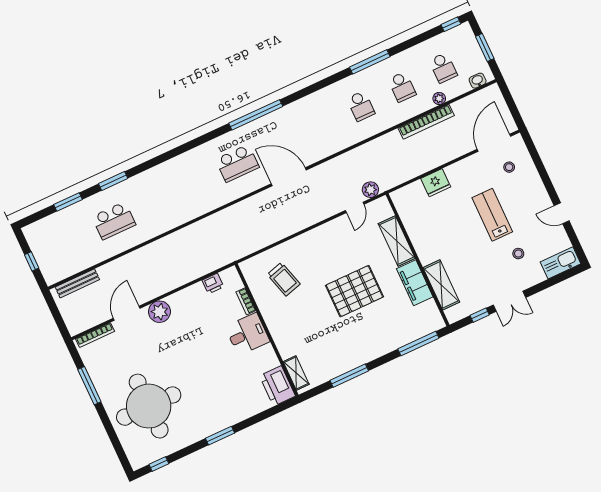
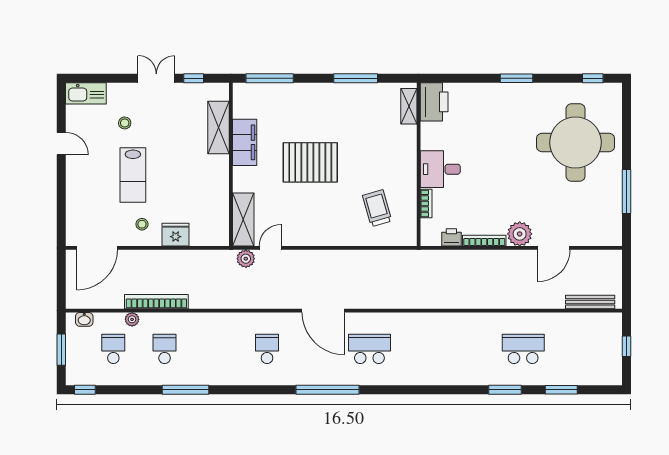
school desk: (361, 106) -> (267, 349), moved
stool: (509, 167) -> (142, 224), moved
shelving: (397, 241) -> (243, 220), moved
bookcase: (95, 335) -> (484, 241), moved

